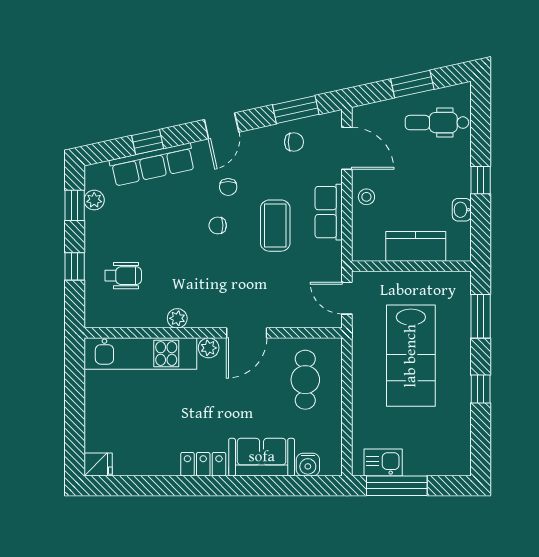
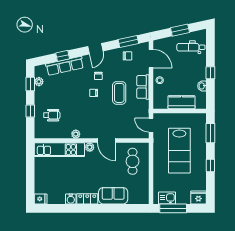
door: (247, 333) -> (106, 141), hinge flipped
fridge: (454, 461) -> (198, 198), added
water cooler: (308, 465) -> (71, 199), moved

